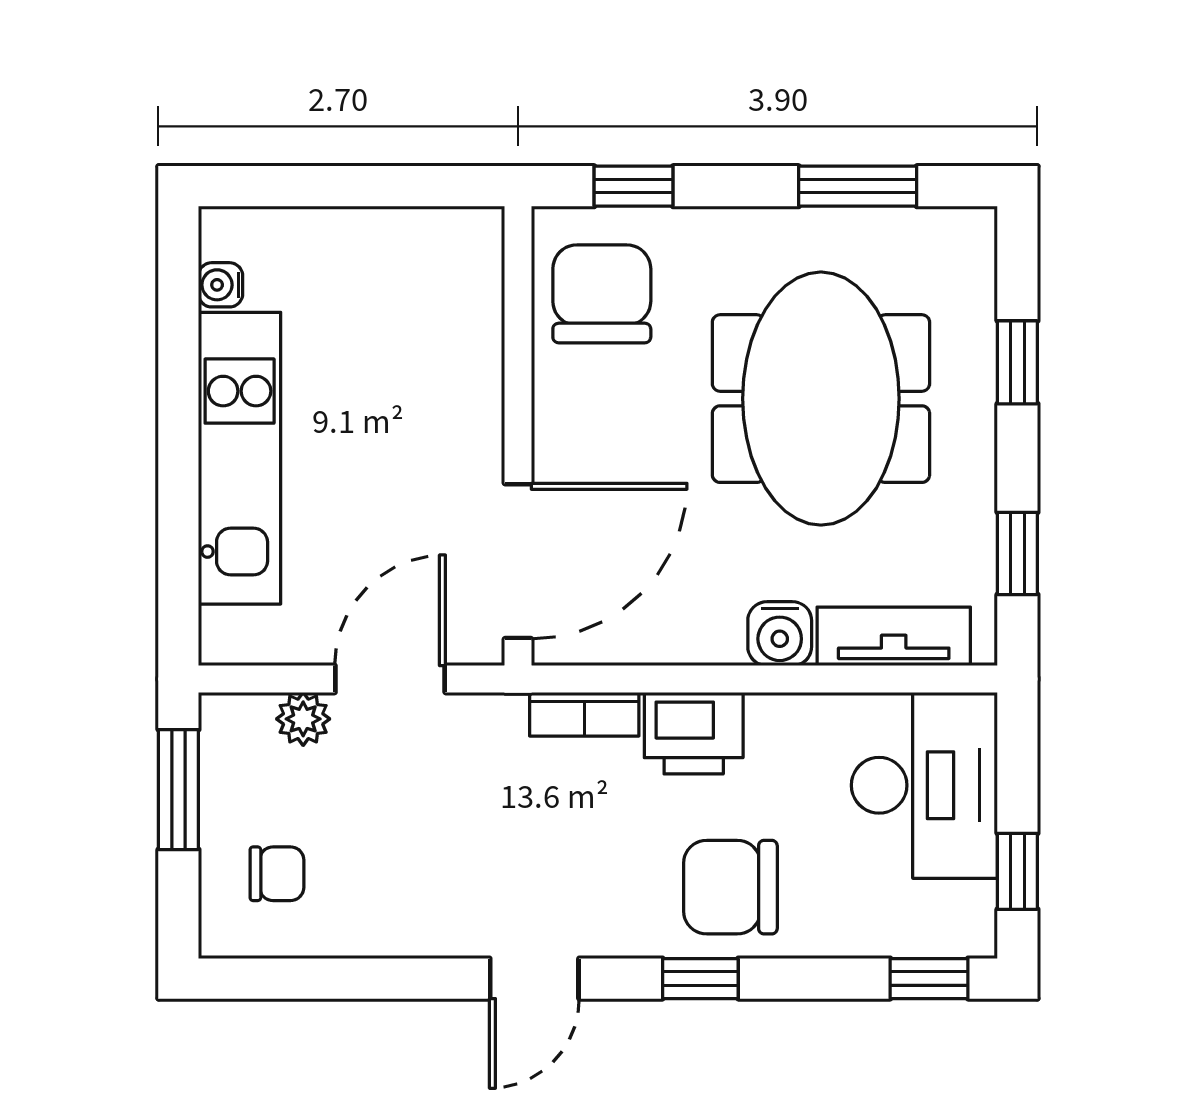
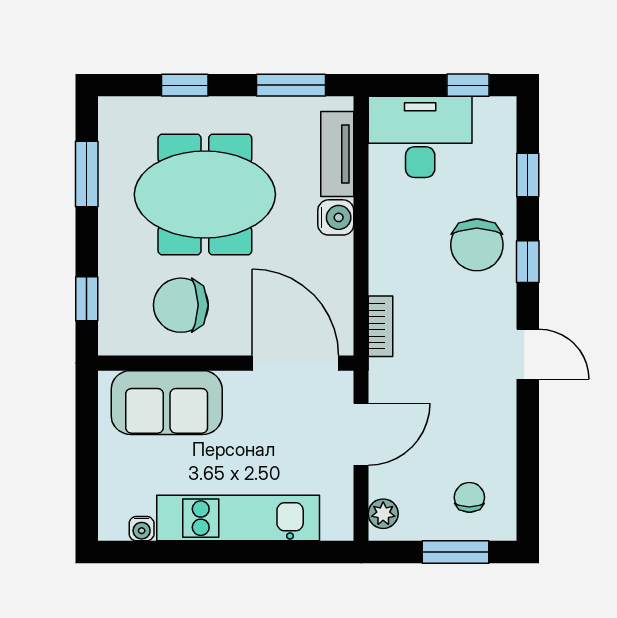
chair: (602, 294) -> (181, 305), moved
sofa: (447, 330) -> (167, 403), added
window: (1017, 553) -> (291, 85), width x1.50
door: (390, 679) -> (361, 434), swing flipped
plant: (303, 719) -> (383, 514), moved
printer: (694, 733) -> (391, 265), removed
window: (178, 790) -> (456, 552), moved
window: (929, 979) -> (528, 175), moved

